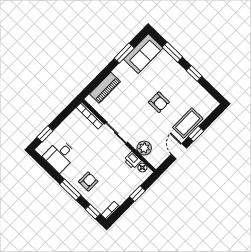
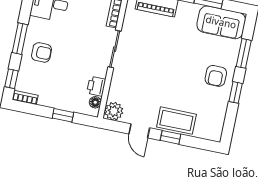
armchair: (159, 102) -> (216, 76), moved
plant: (144, 148) -> (114, 111), moved
door: (179, 151) -> (139, 131), swing flipped

